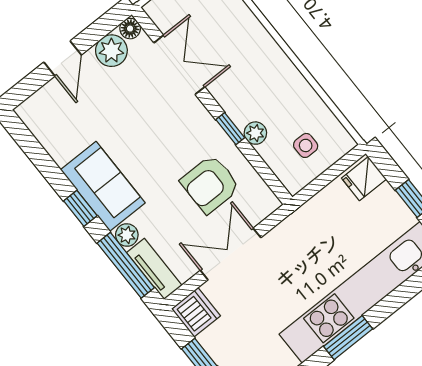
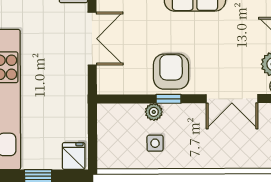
side table: (306, 145) -> (155, 143), moved
armchair: (210, 184) -> (171, 72), moved

